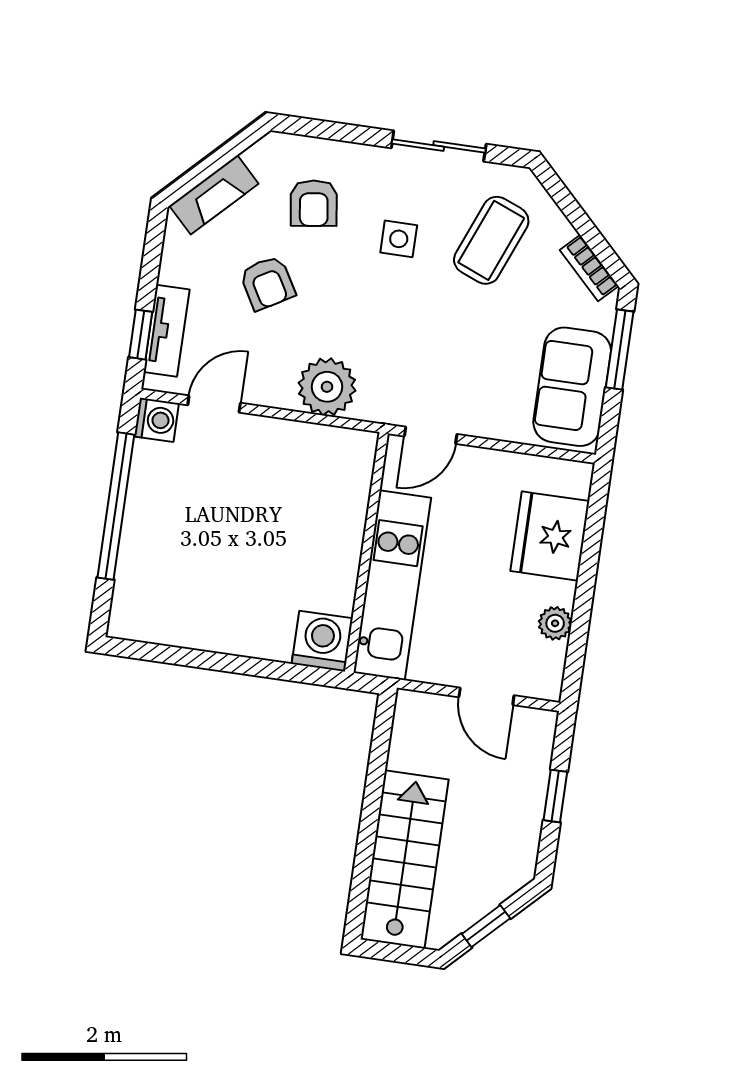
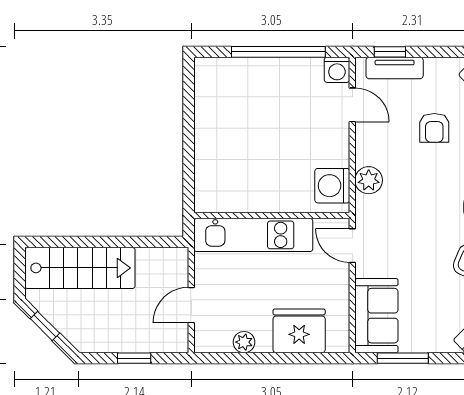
armchair: (267, 283) -> (434, 128), turned -60
window: (620, 350) -> (403, 358), moved
plant: (327, 387) -> (369, 180), width x0.73, depth x0.73
sofa: (572, 387) -> (376, 316), moved, turned 90
washing machine: (322, 641) -> (332, 186), moved, turned 180

